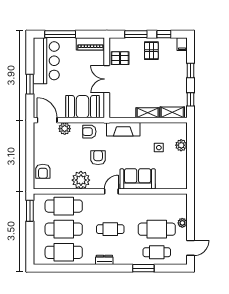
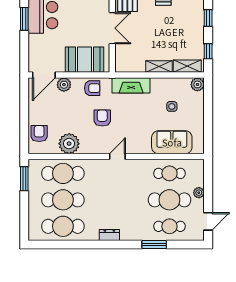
double door: (107, 79) -> (112, 28), swing flipped
window: (30, 84) -> (24, 19), moved
door: (47, 120) -> (44, 75), swing flipped
armchair: (89, 132) -> (92, 88), turned 180
plant: (181, 145) -> (197, 84), moved
armchair: (43, 171) -> (39, 134), turned 180
sofa: (138, 179) -> (172, 142), moved
plant: (81, 180) -> (69, 144), moved
cafe table: (110, 229) -> (169, 173), moved

